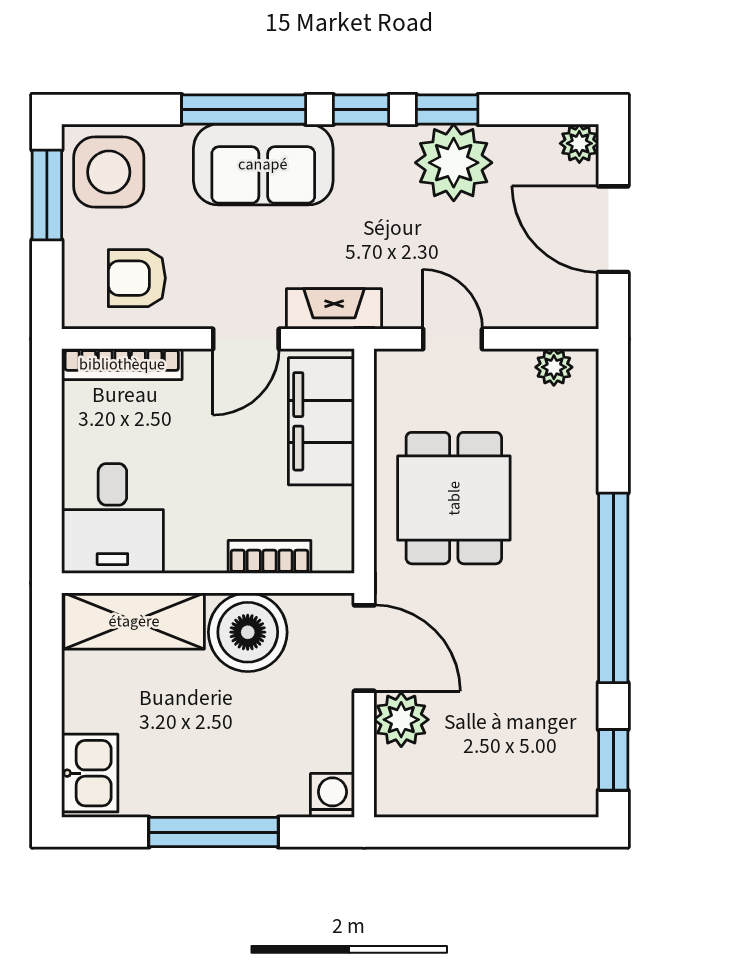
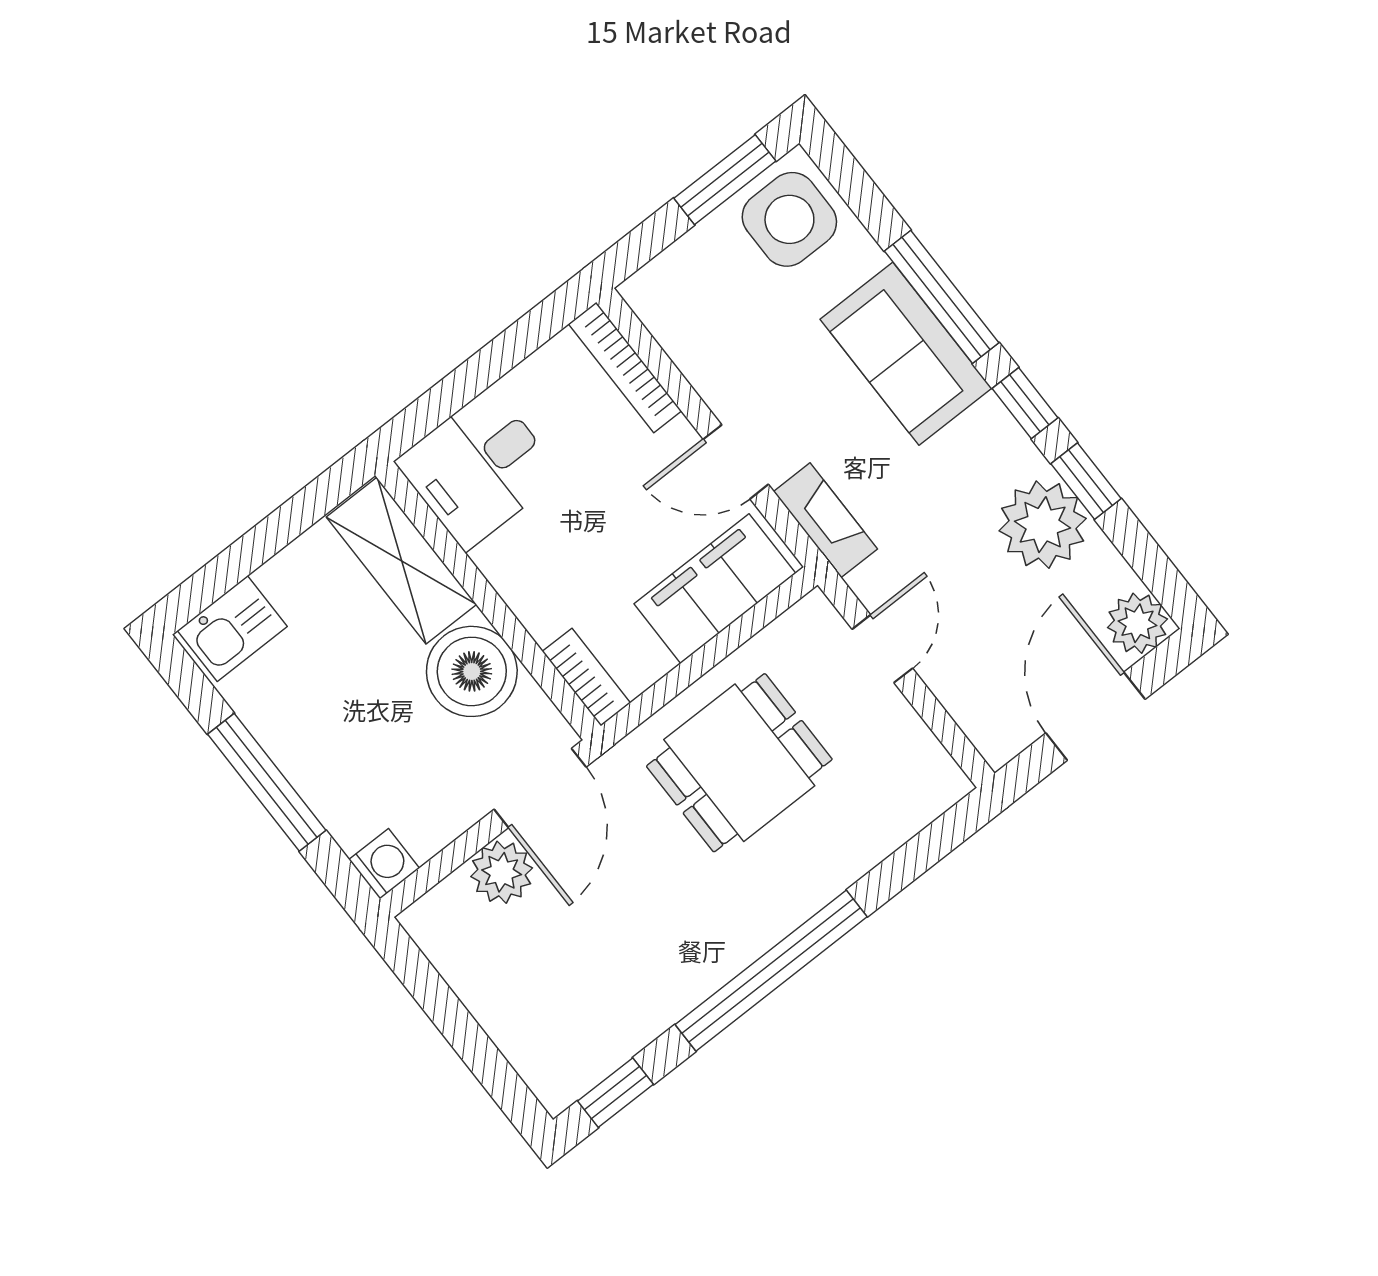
plant: (579, 143) -> (1137, 623), width x1.38, depth x1.38
armchair: (137, 278) -> (713, 320), removed
plant: (554, 367) -> (929, 760), removed
bookcase: (270, 557) -> (586, 677), moved

